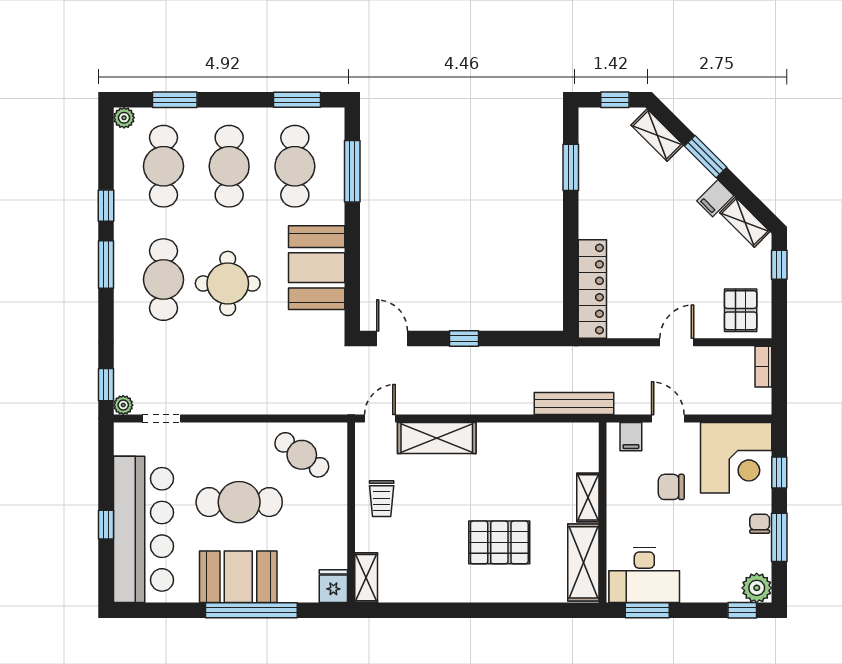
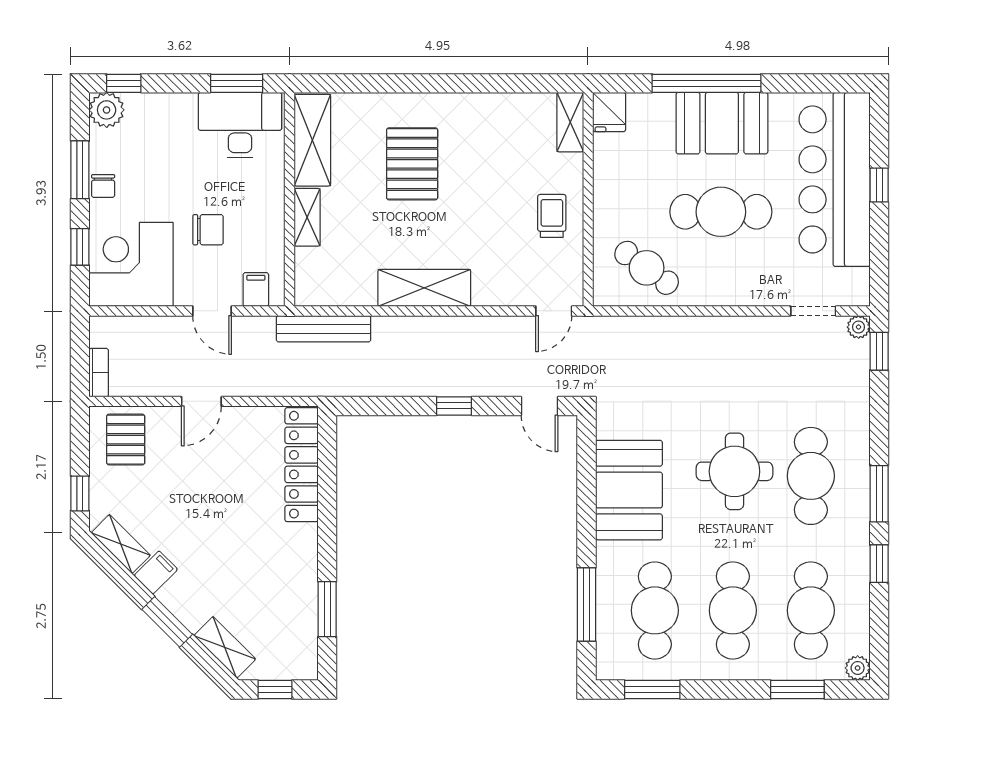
shelving: (437, 438) -> (424, 288), moved
pallet: (499, 542) -> (412, 164), turned 90

